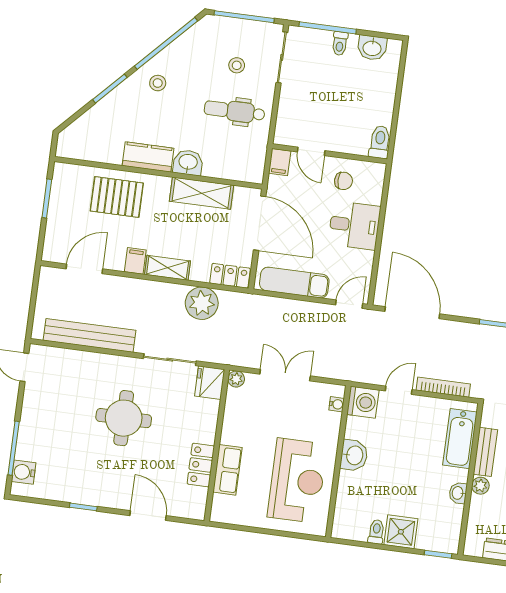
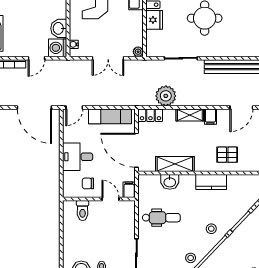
stool: (237, 65) -> (191, 258), moved
toilet: (380, 142) -> (83, 211), moved
washbasin: (188, 163) -> (170, 182), moved
pallet: (117, 197) -> (227, 155), width x0.67, depth x0.71
fridge: (210, 383) -> (154, 20), moved
washbasin: (354, 455) -> (59, 28), moved

